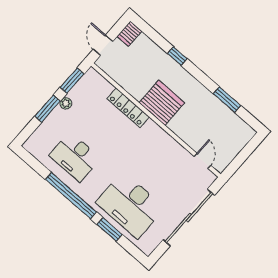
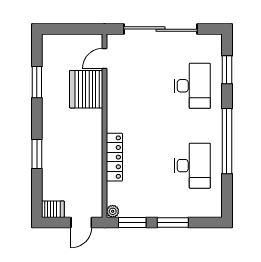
window: (177, 56) -> (37, 154), width x1.50
plant: (66, 103) -> (113, 211), moved
server rack: (162, 103) -> (86, 89), moved
desk: (130, 205) -> (192, 86), width x0.73, depth x0.77
window: (110, 229) -> (227, 70), moved

